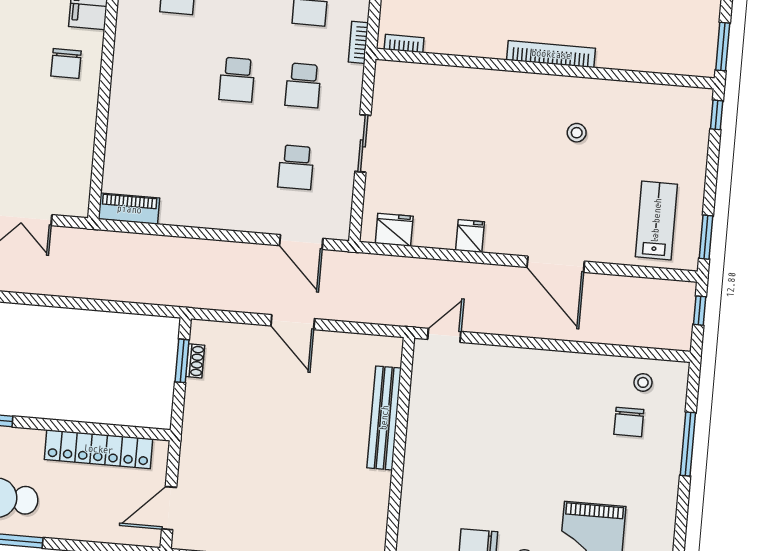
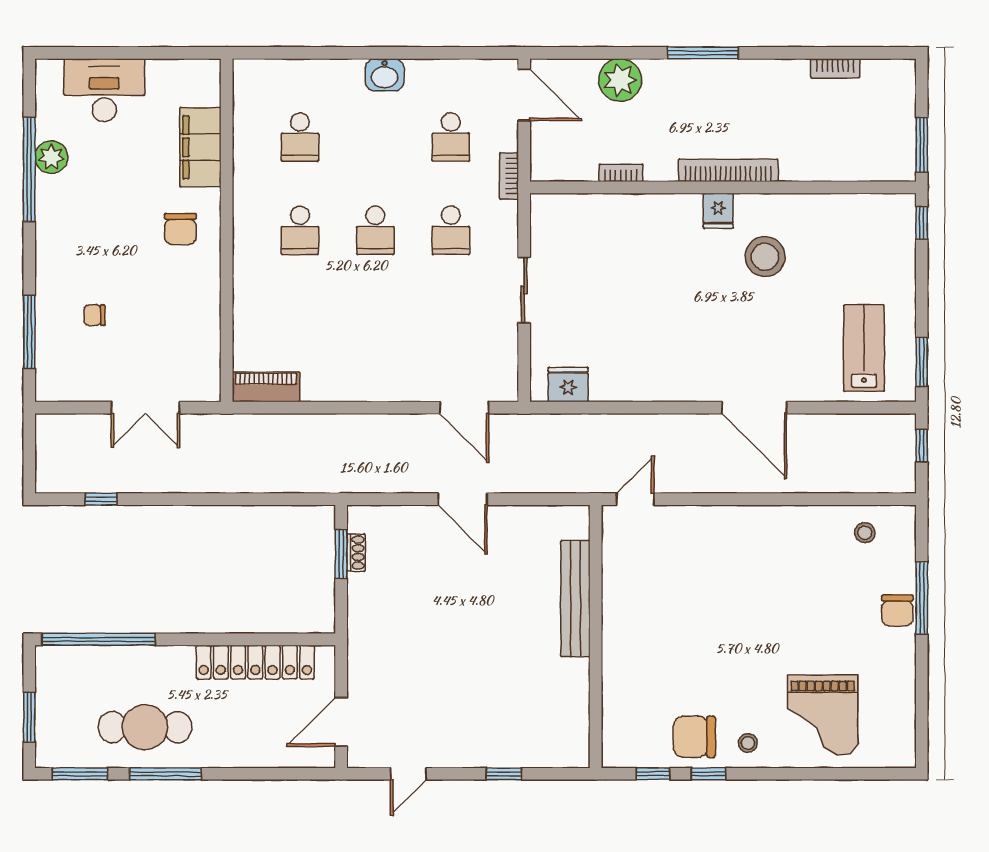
bookcase: (404, 44) -> (621, 173), moved
stool: (577, 133) -> (765, 257), width x1.89, depth x1.89
school desk: (296, 167) -> (300, 230), moved
fridge: (470, 236) -> (718, 211), moved, turned 180
chair: (629, 422) -> (897, 610), moved

